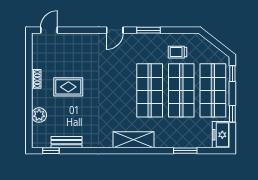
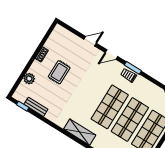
door: (49, 30) -> (90, 41), moved
trolley: (177, 52) -> (128, 75), moved
rug: (68, 87) -> (59, 72), turned 90

